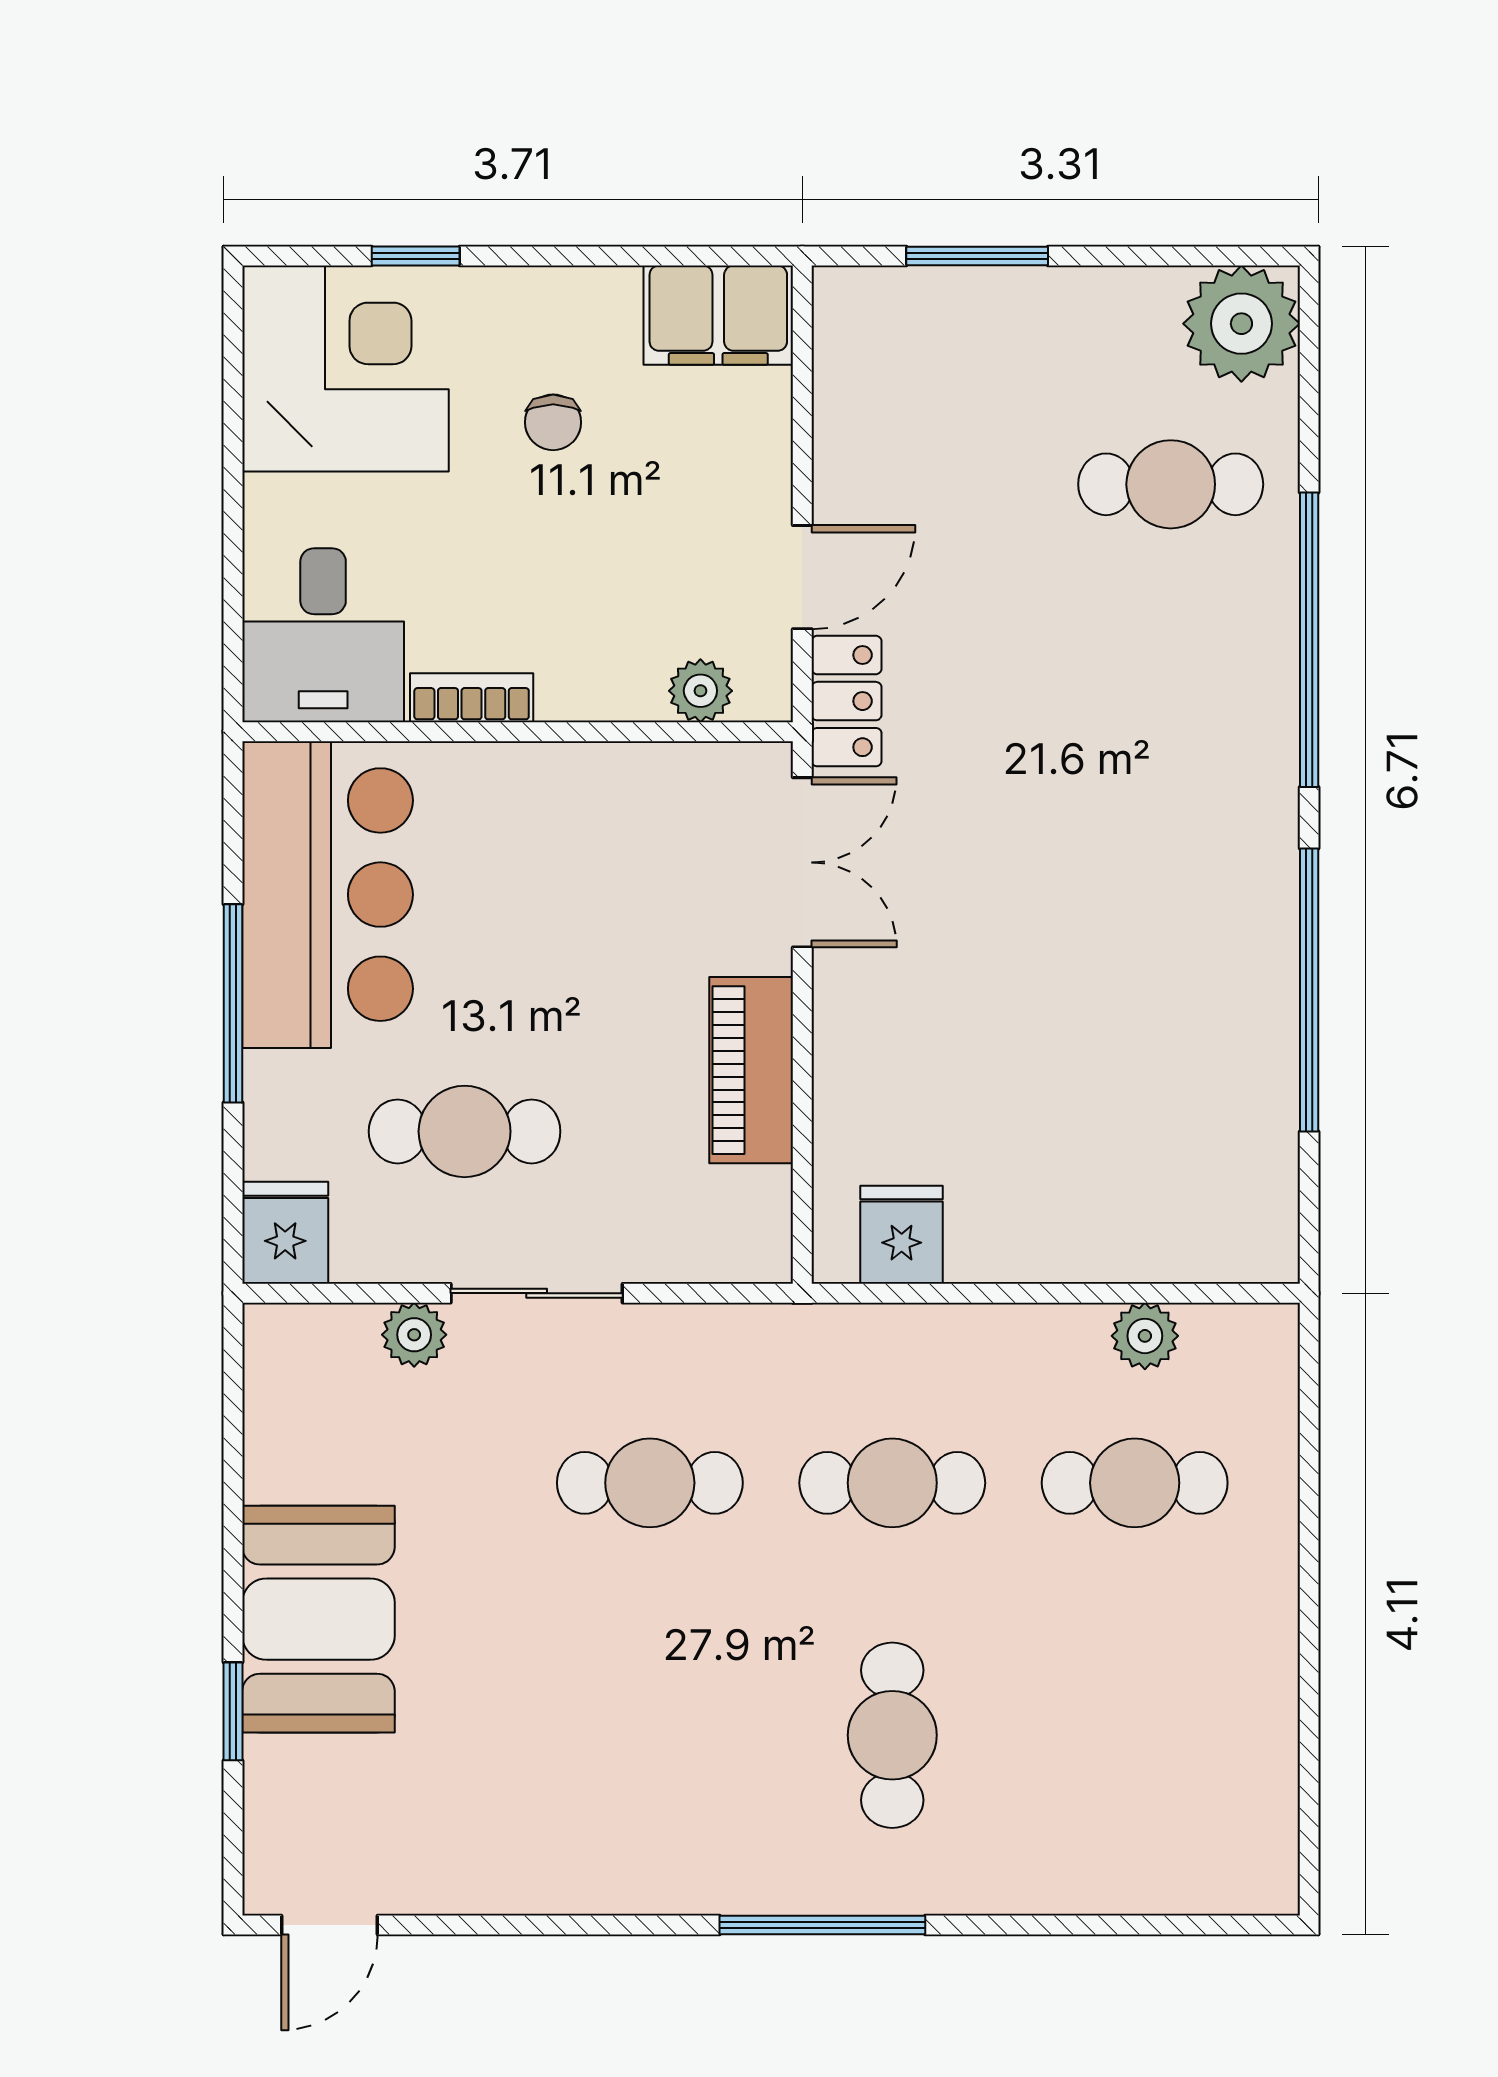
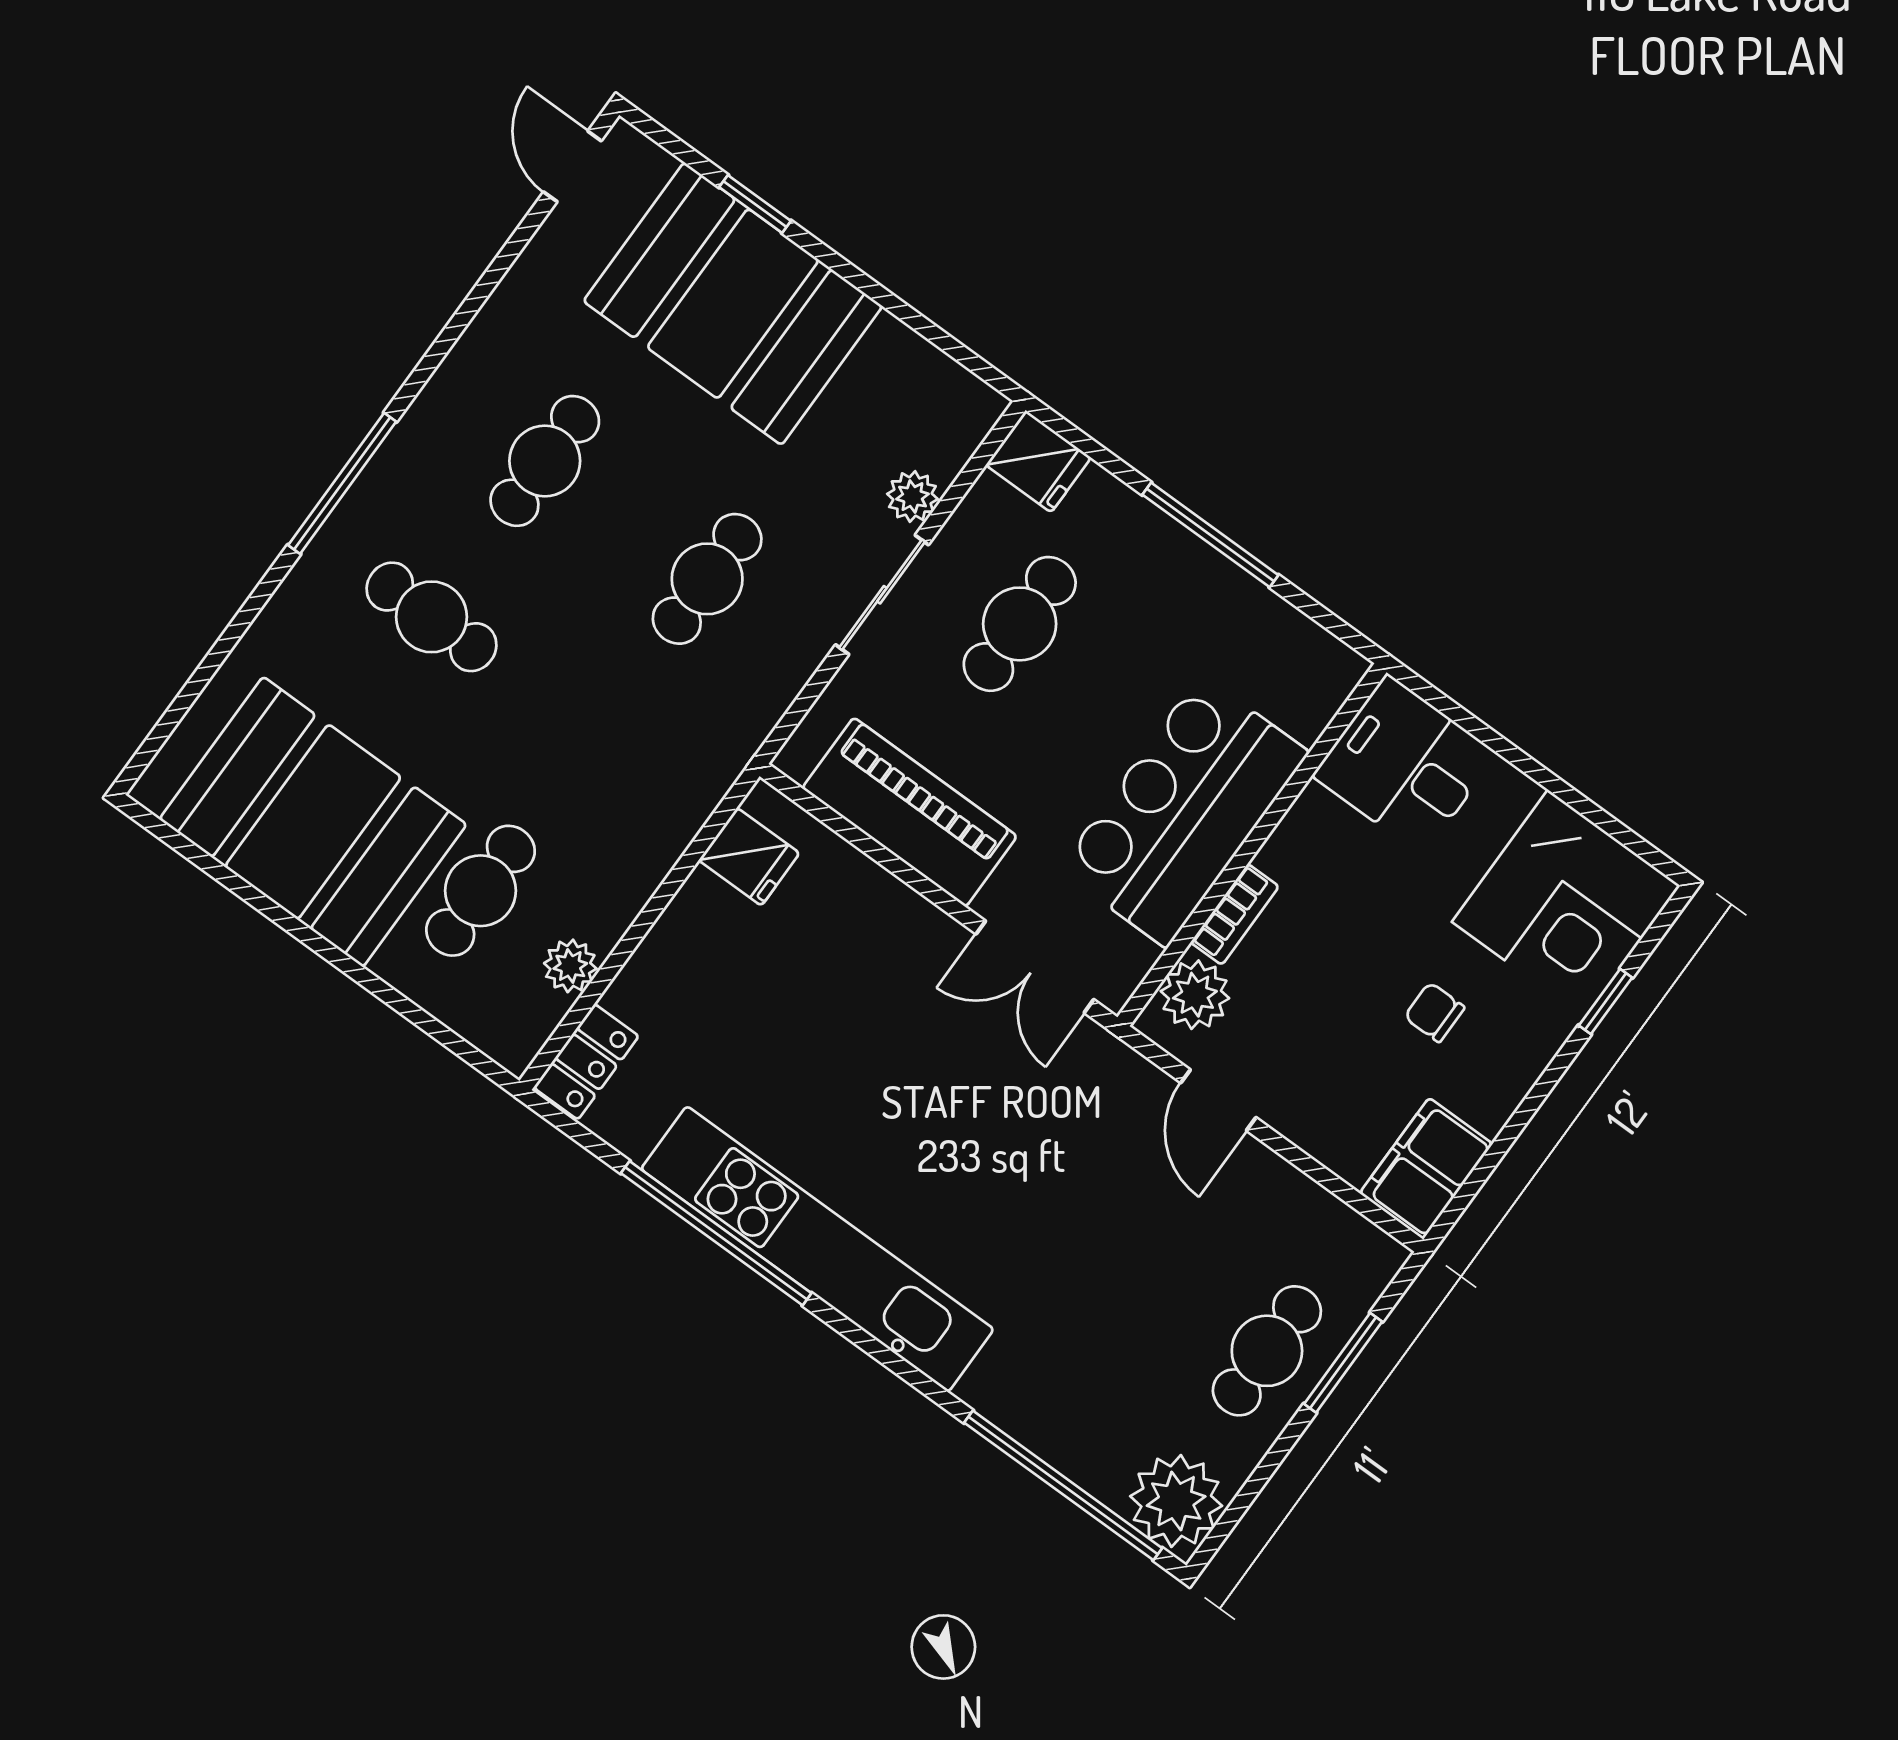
cafe table: (1171, 484) -> (1267, 1351), moved
window: (1309, 640) -> (1063, 1485), moved
plant: (700, 691) -> (1195, 995), width x1.38, depth x1.38
bookcase: (472, 698) -> (1235, 914), moved
locker: (846, 701) -> (586, 1062), moved, turned -90
kitchen unit: (1250, 875) -> (817, 1249), added
bar counter: (328, 895) -> (1184, 811), moved, turned 90
piano: (751, 1070) -> (910, 812), width x1.37, depth x1.33
cafe table: (892, 1483) -> (545, 461), moved
booth: (318, 1619) -> (733, 304), width x1.36, depth x1.42
booth: (1189, 1704) -> (313, 822), added

